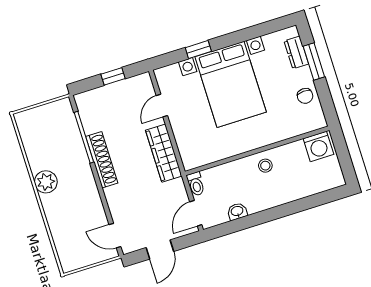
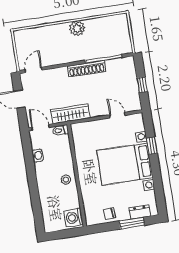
wardrobe: (164, 153) -> (70, 114), moved

